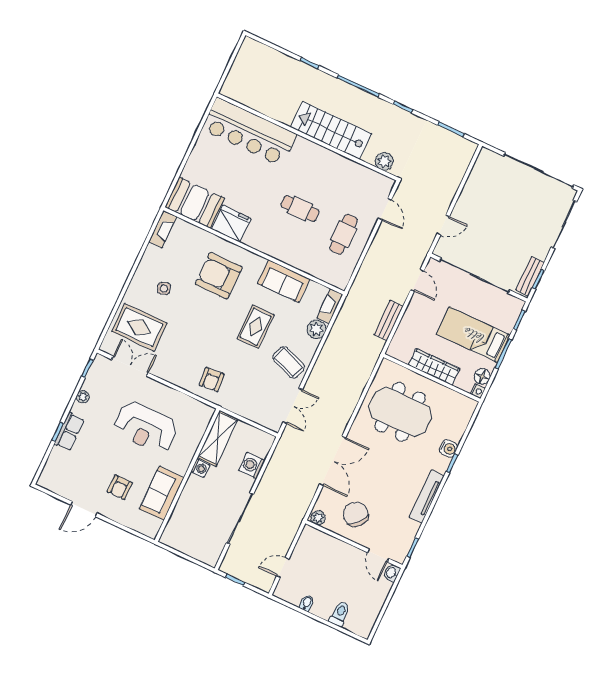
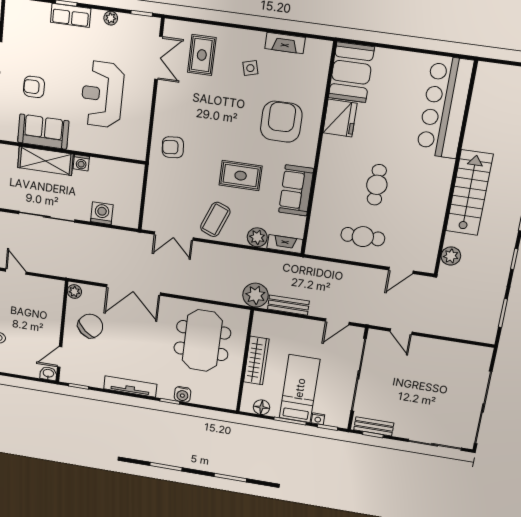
fireplace: (163, 229) -> (285, 43), moved
rug: (139, 327) -> (202, 55), width x0.73, depth x0.70
plant: (370, 348) -> (255, 295), added
nightstand: (478, 391) -> (318, 419), moved
shelving: (218, 438) -> (45, 161), moved

